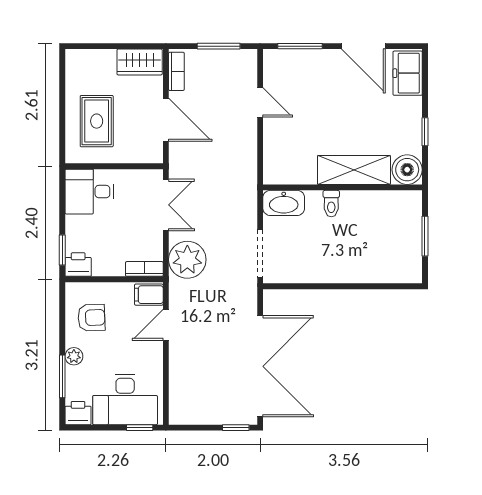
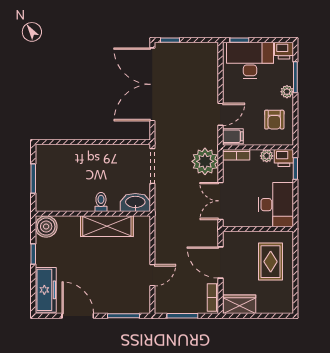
freezer: (408, 73) -> (46, 290), width x1.40
door: (260, 102) -> (152, 275), swing flipped
shelving: (354, 170) -> (107, 226), moved
desk: (89, 192) -> (276, 205), width x1.37
plant: (102, 268) -> (267, 156), added
armchair: (91, 318) -> (274, 120), turned -88

